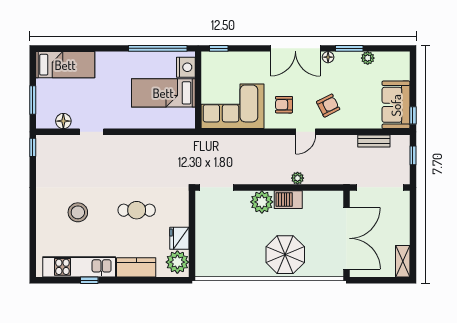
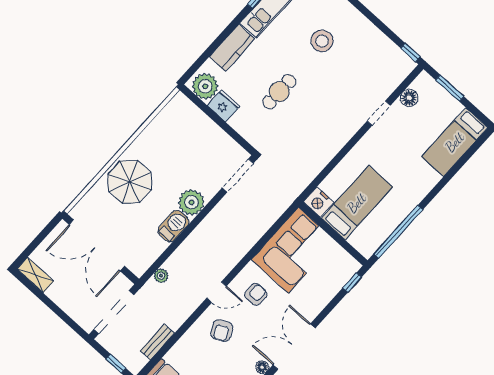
nightstand: (186, 67) -> (318, 202), moved
door: (306, 132) -> (217, 292), swing flipped
plant: (298, 178) -> (161, 276), moved

